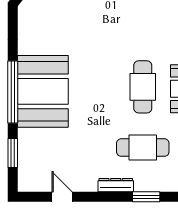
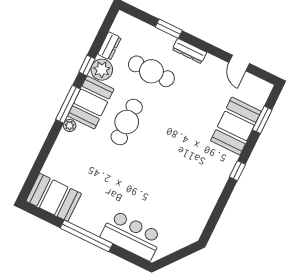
booth: (43, 91) -> (236, 126), moved, width x0.73, depth x0.70
window: (13, 92) -> (237, 171), width x0.32

